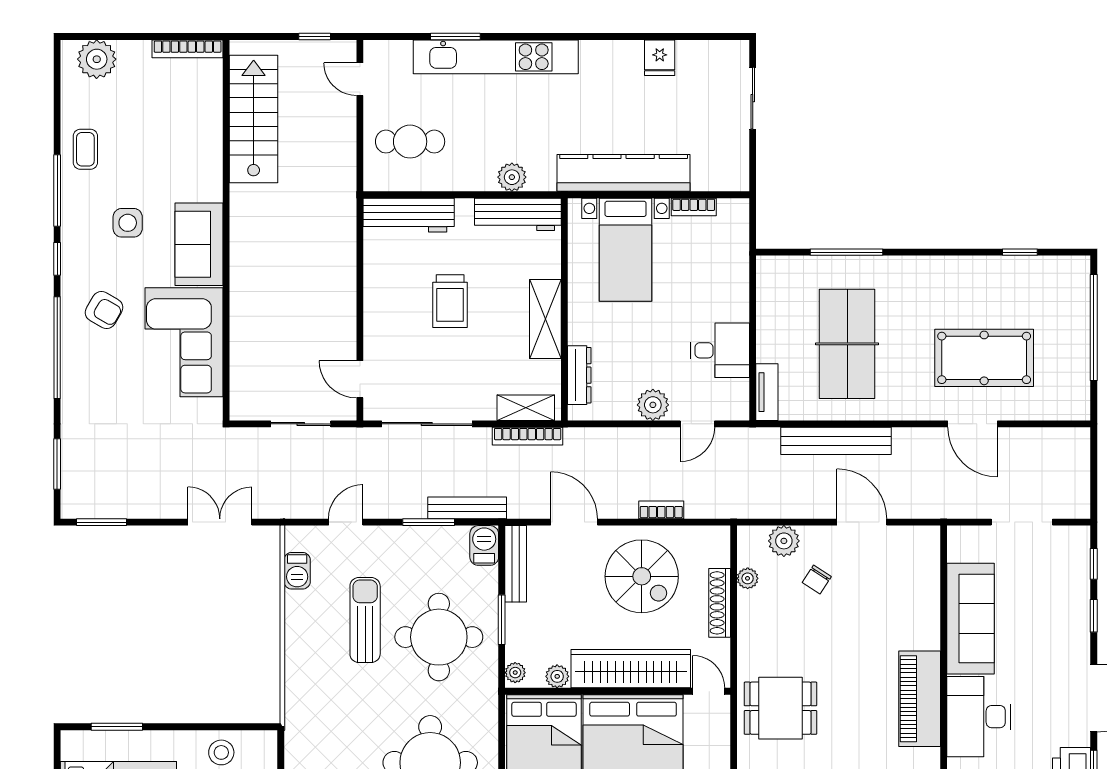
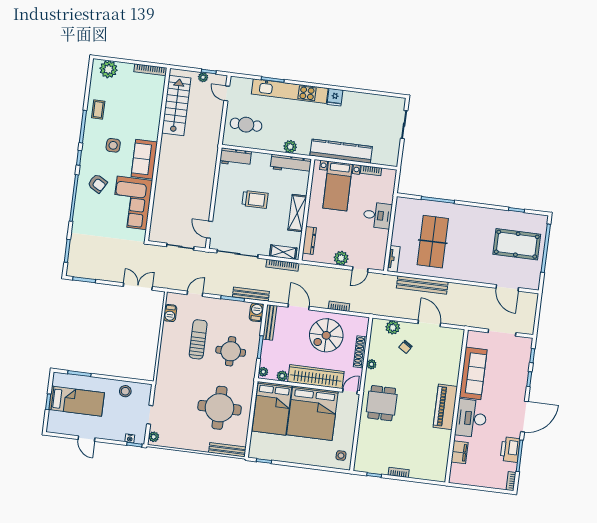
plant: (304, 50) -> (203, 77), added
fridge: (660, 58) -> (335, 97), moved
workbench: (409, 215) -> (235, 157), width x0.73
trolley: (450, 301) -> (255, 199), turned -90
desk: (720, 350) -> (377, 215), moved
pool table: (984, 358) -> (517, 244), moved
door: (972, 424) -> (507, 288), moved
spiral stairs: (642, 576) -> (326, 335), turned 90
plant: (748, 578) -> (371, 364), moved
round table: (439, 637) -> (231, 351), width x0.73, depth x0.73
door: (709, 691) -> (350, 391), hinge flipped
dining table: (780, 708) -> (382, 403), turned 90

